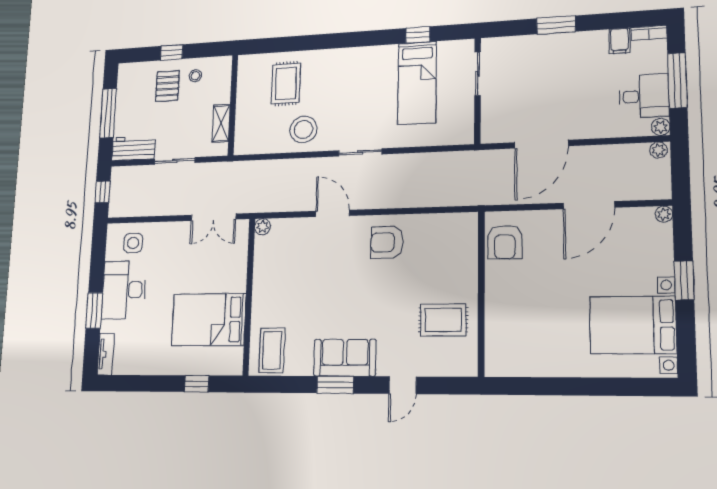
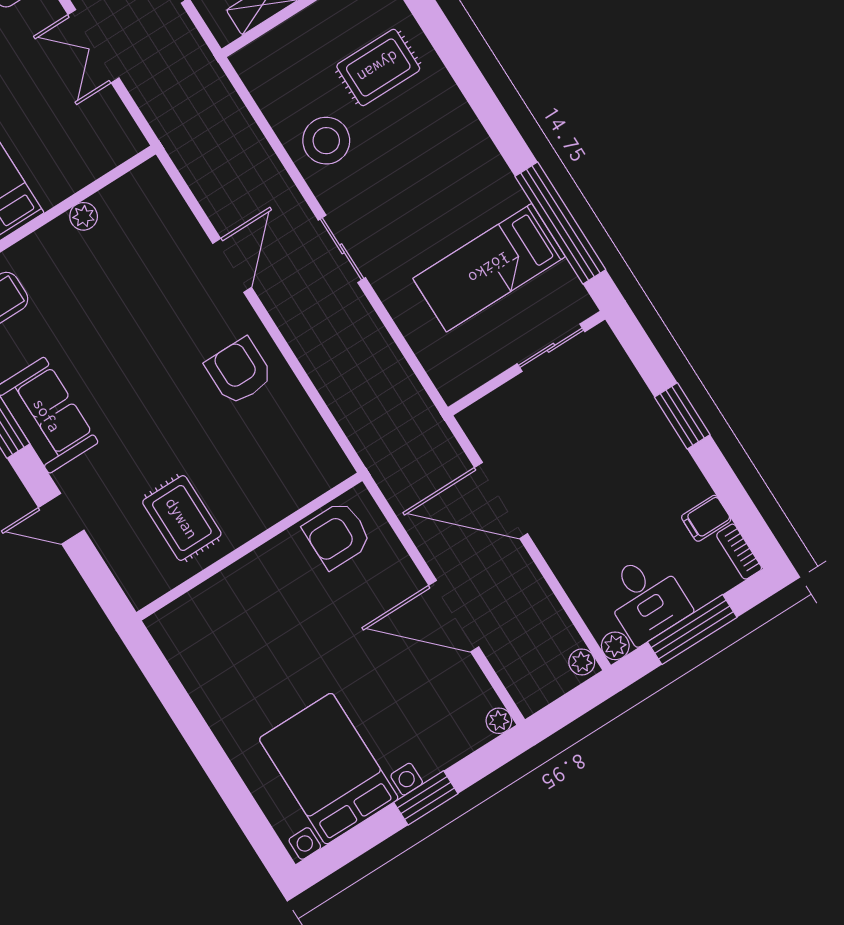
window: (418, 35) -> (560, 223), width x3.17
double door: (214, 217) -> (93, 46), moved
plant: (263, 227) -> (84, 216), moved

